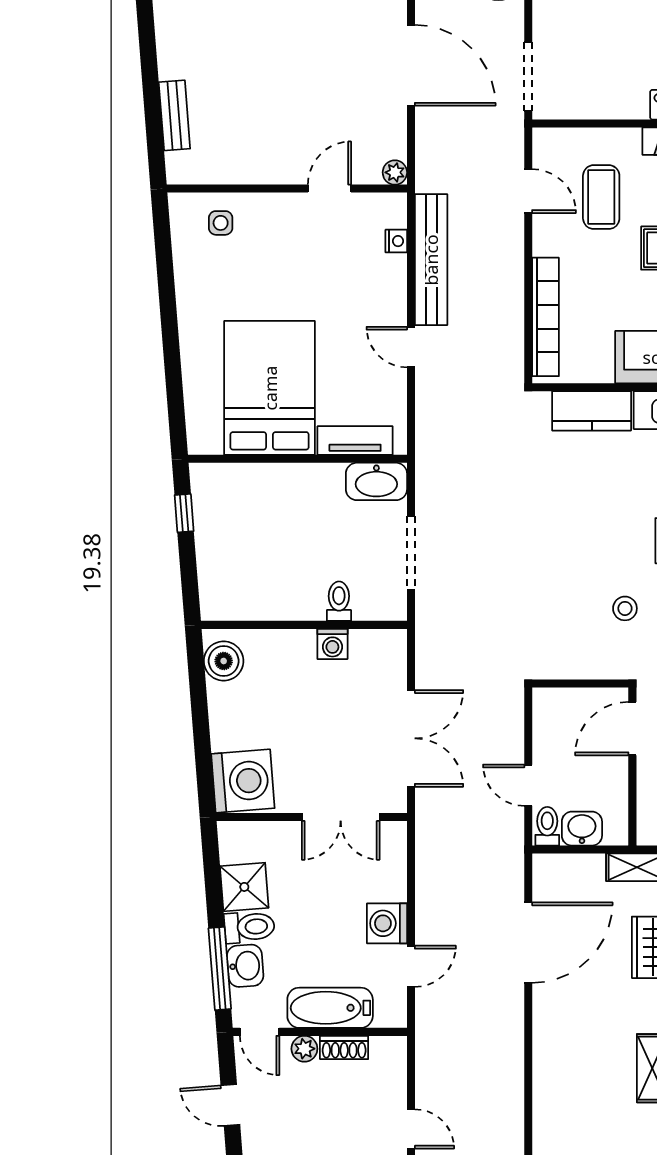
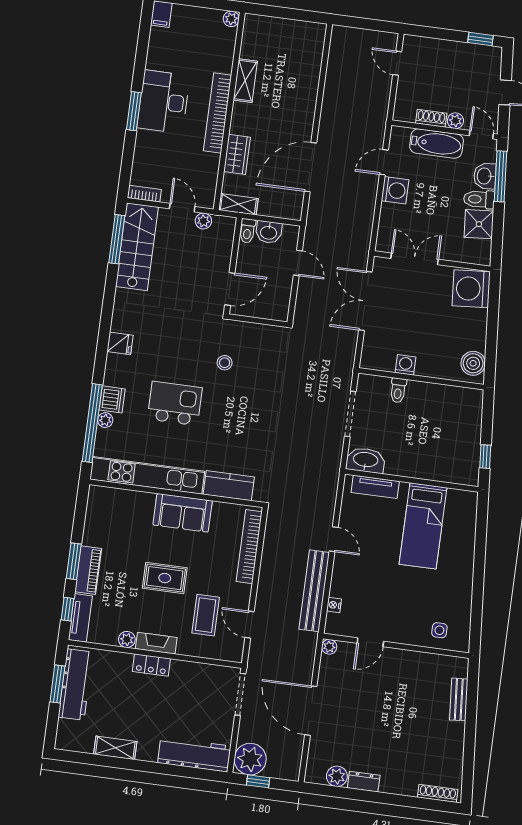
bed: (270, 388) -> (423, 526), width x0.67
toilet: (547, 826) -> (247, 231), moved

